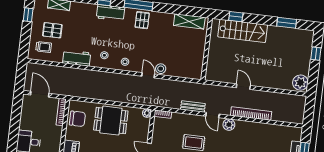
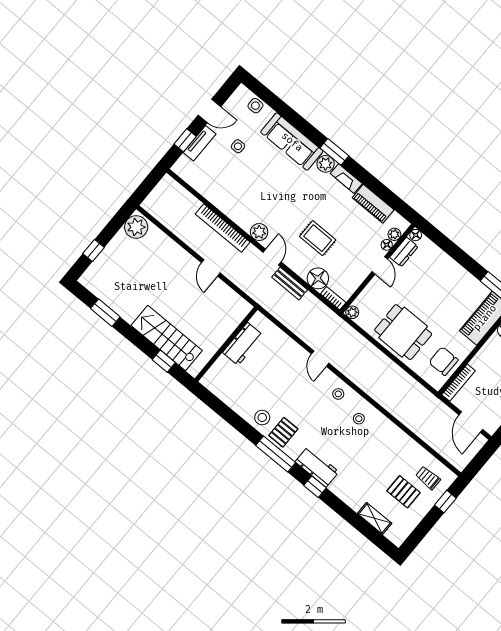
window: (28, 15) -> (445, 502), moved
shelving: (189, 21) -> (226, 393), removed
workbench: (77, 58) -> (243, 344), moved, turned -90
stool: (161, 69) -> (262, 417), moved
floor lamp: (179, 120) -> (318, 278), added

